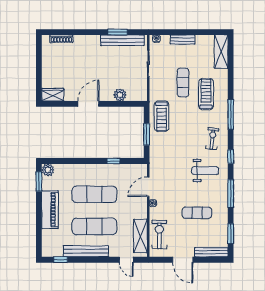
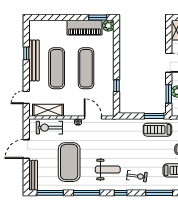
window: (122, 104) -> (169, 94), added
window: (147, 134) -> (154, 116), moved
weight bench: (205, 171) -> (108, 170), turned -90
piano: (50, 210) -> (84, 28), moved
exercise mat: (197, 213) -> (69, 162), width x2.00, depth x1.45
exercise bike: (159, 234) -> (49, 128), turned 180
window: (231, 234) -> (50, 193), width x1.44
window: (61, 260) -> (26, 53), moved

